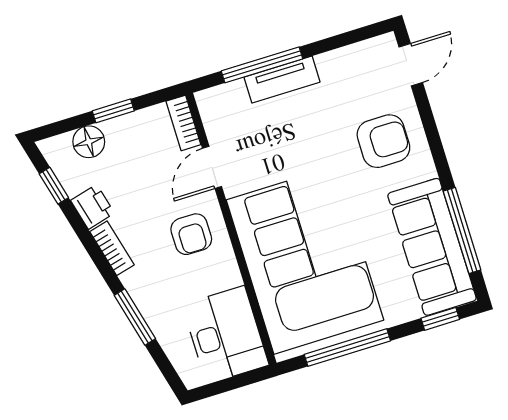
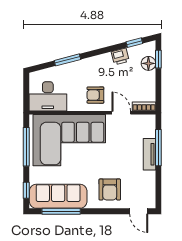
window: (113, 111) -> (158, 59), moved
bookcase: (112, 248) -> (100, 59), removed

